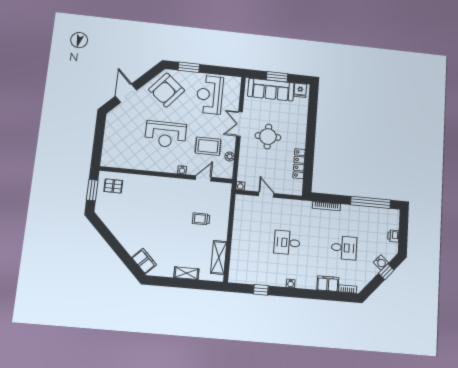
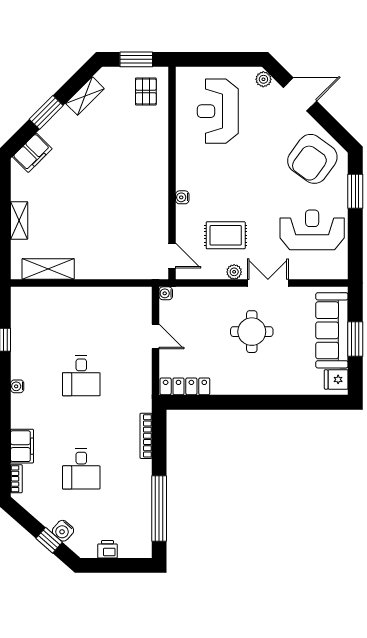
armchair: (167, 90) -> (312, 159), turned -94
plant: (114, 114) -> (263, 79), added
reception desk: (166, 134) -> (218, 111), moved
rug: (208, 146) -> (226, 235), turned 90
plant: (230, 156) -> (234, 272), moved
locker: (299, 164) -> (185, 386), moved
door: (203, 178) -> (172, 256), moved
door: (266, 195) -> (155, 336), hinge flipped
trolley: (201, 219) -> (107, 235), removed
shelving: (112, 224) -> (85, 96), added
desk: (287, 243) -> (81, 376), turned 180
window: (119, 250) -> (46, 112), added

